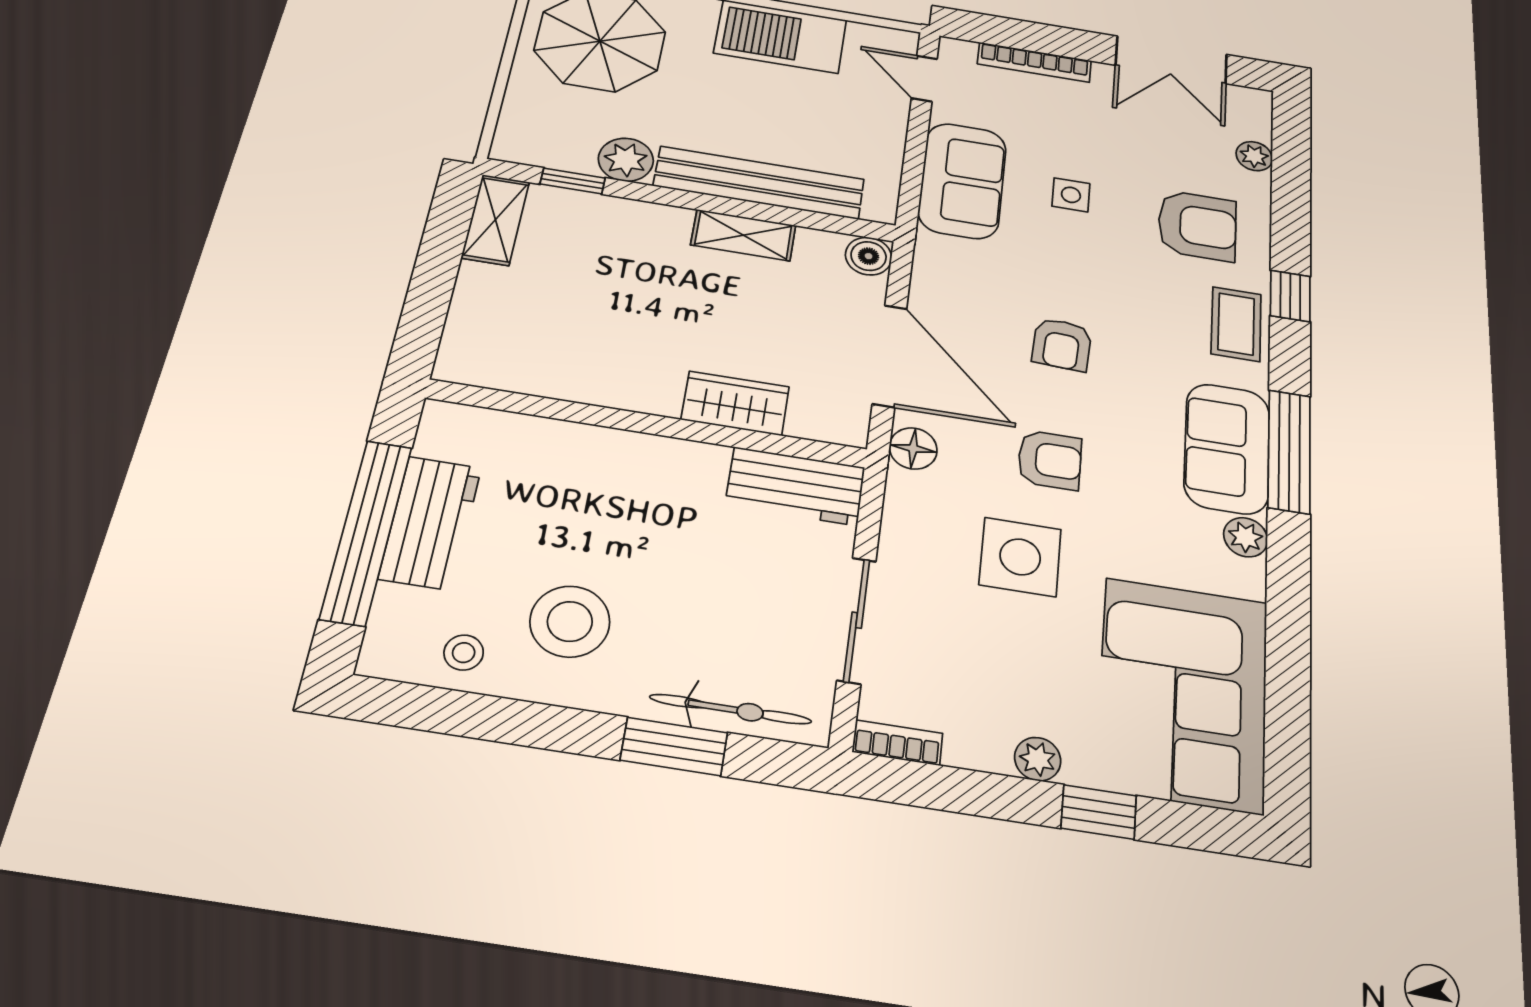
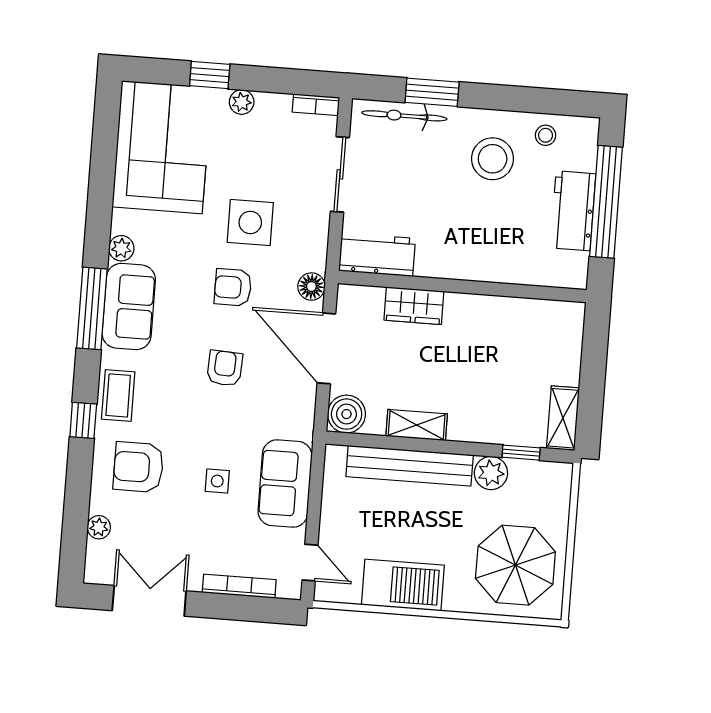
boiler: (869, 256) -> (347, 414), width x1.36, depth x1.36

